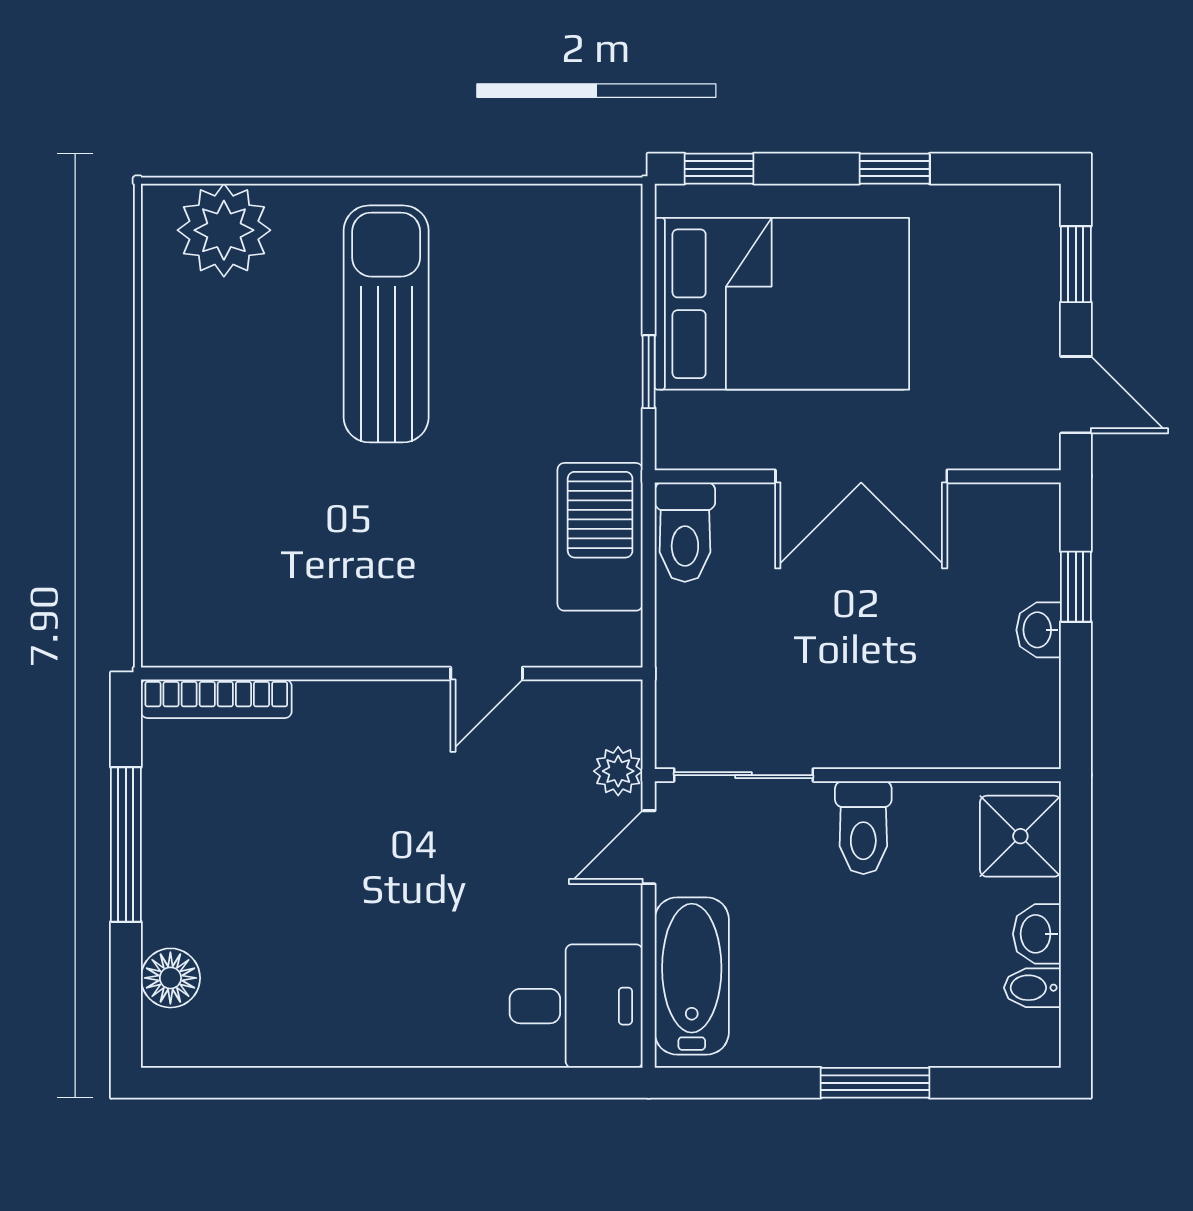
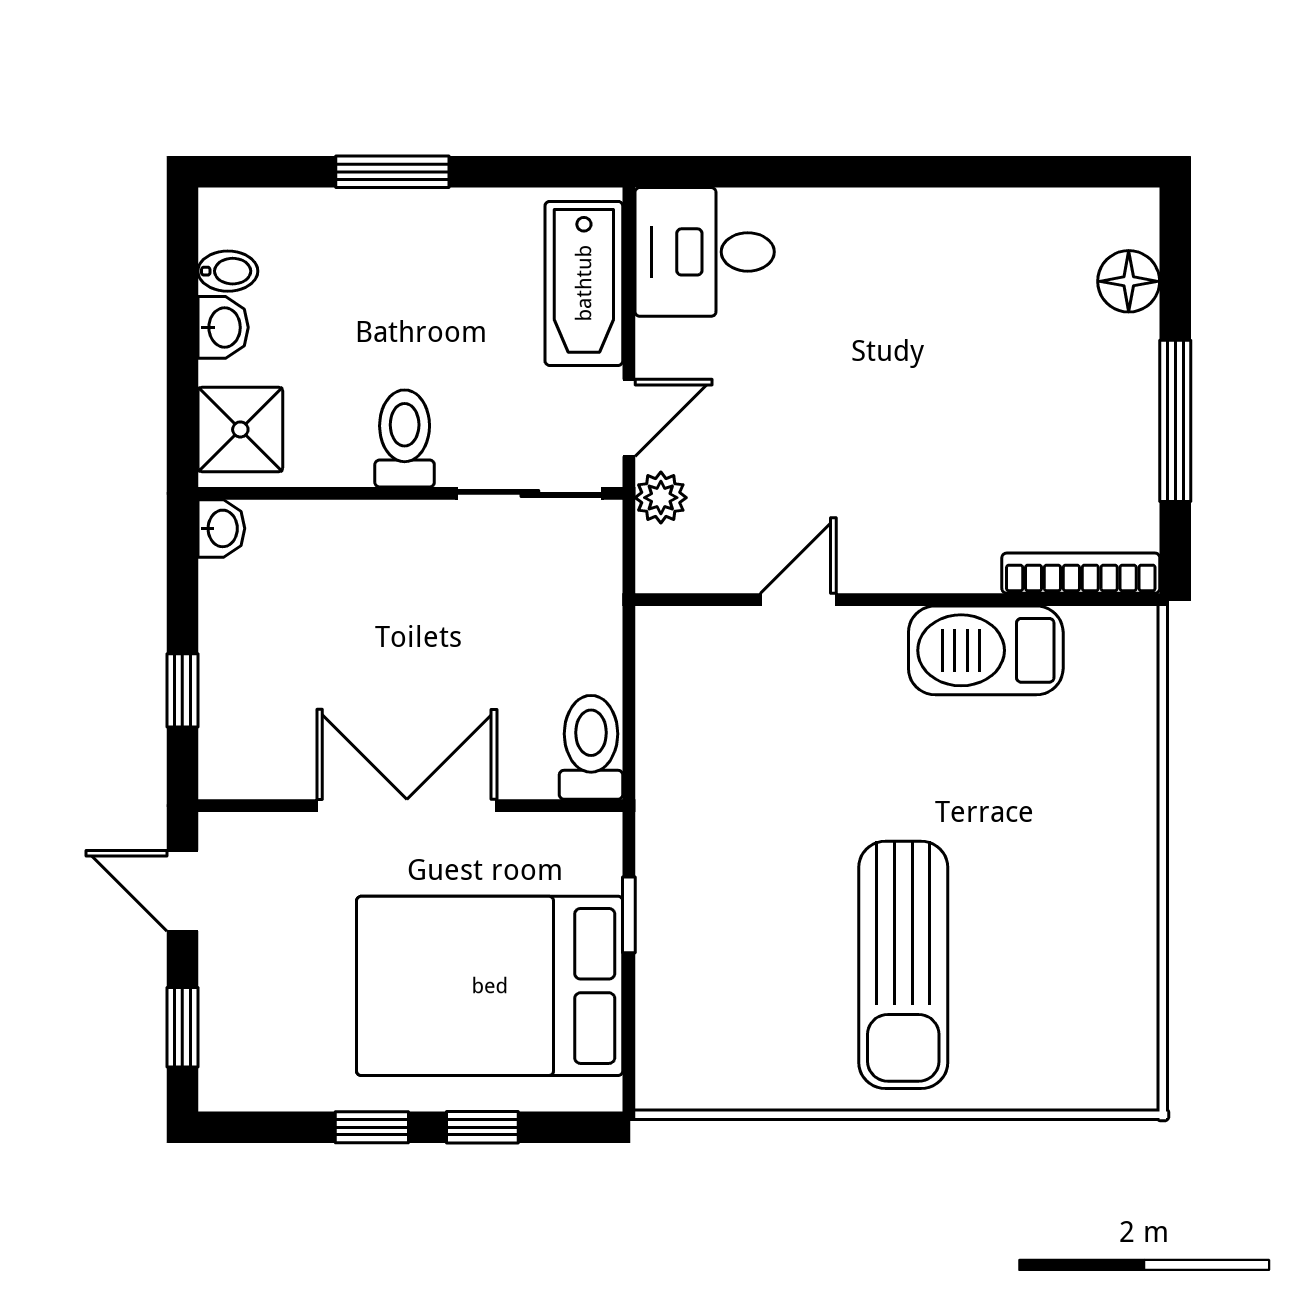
window: (719, 169) -> (482, 1127), moved
plant: (224, 230) -> (1073, 1063), removed
barbecue: (600, 537) -> (986, 650), moved, turned 90
washbasin: (1039, 630) -> (221, 528), moved

